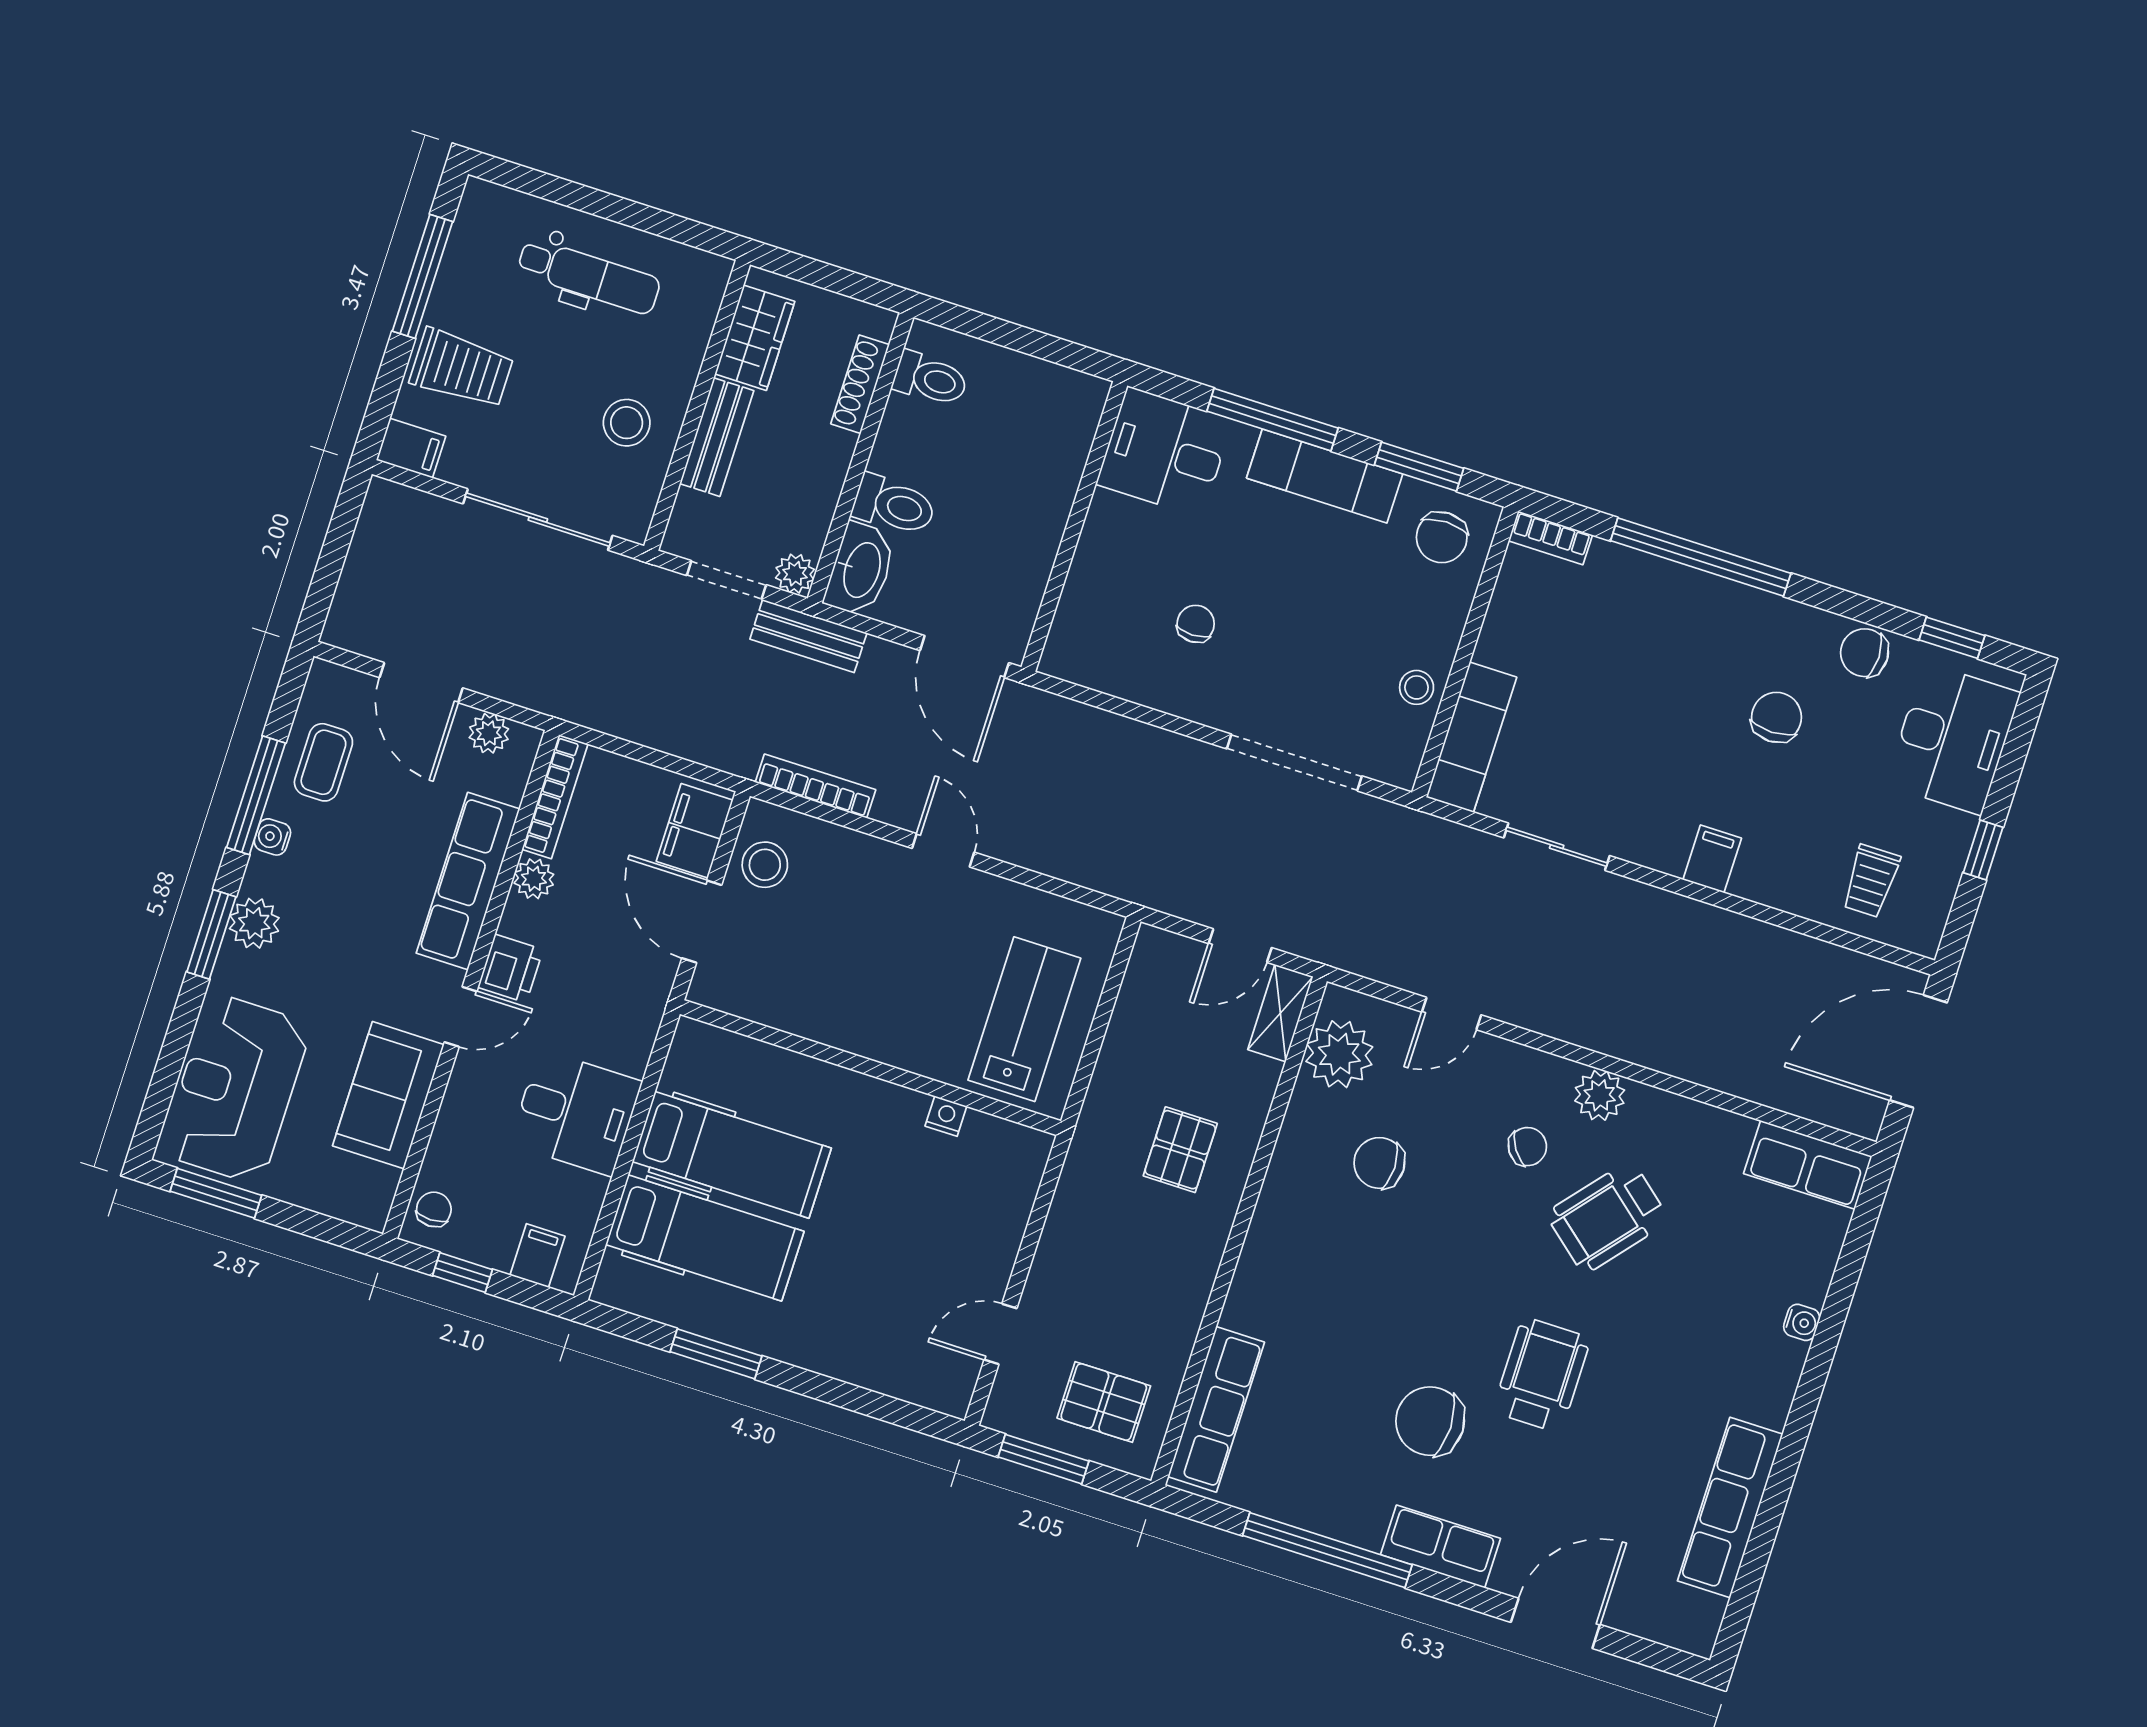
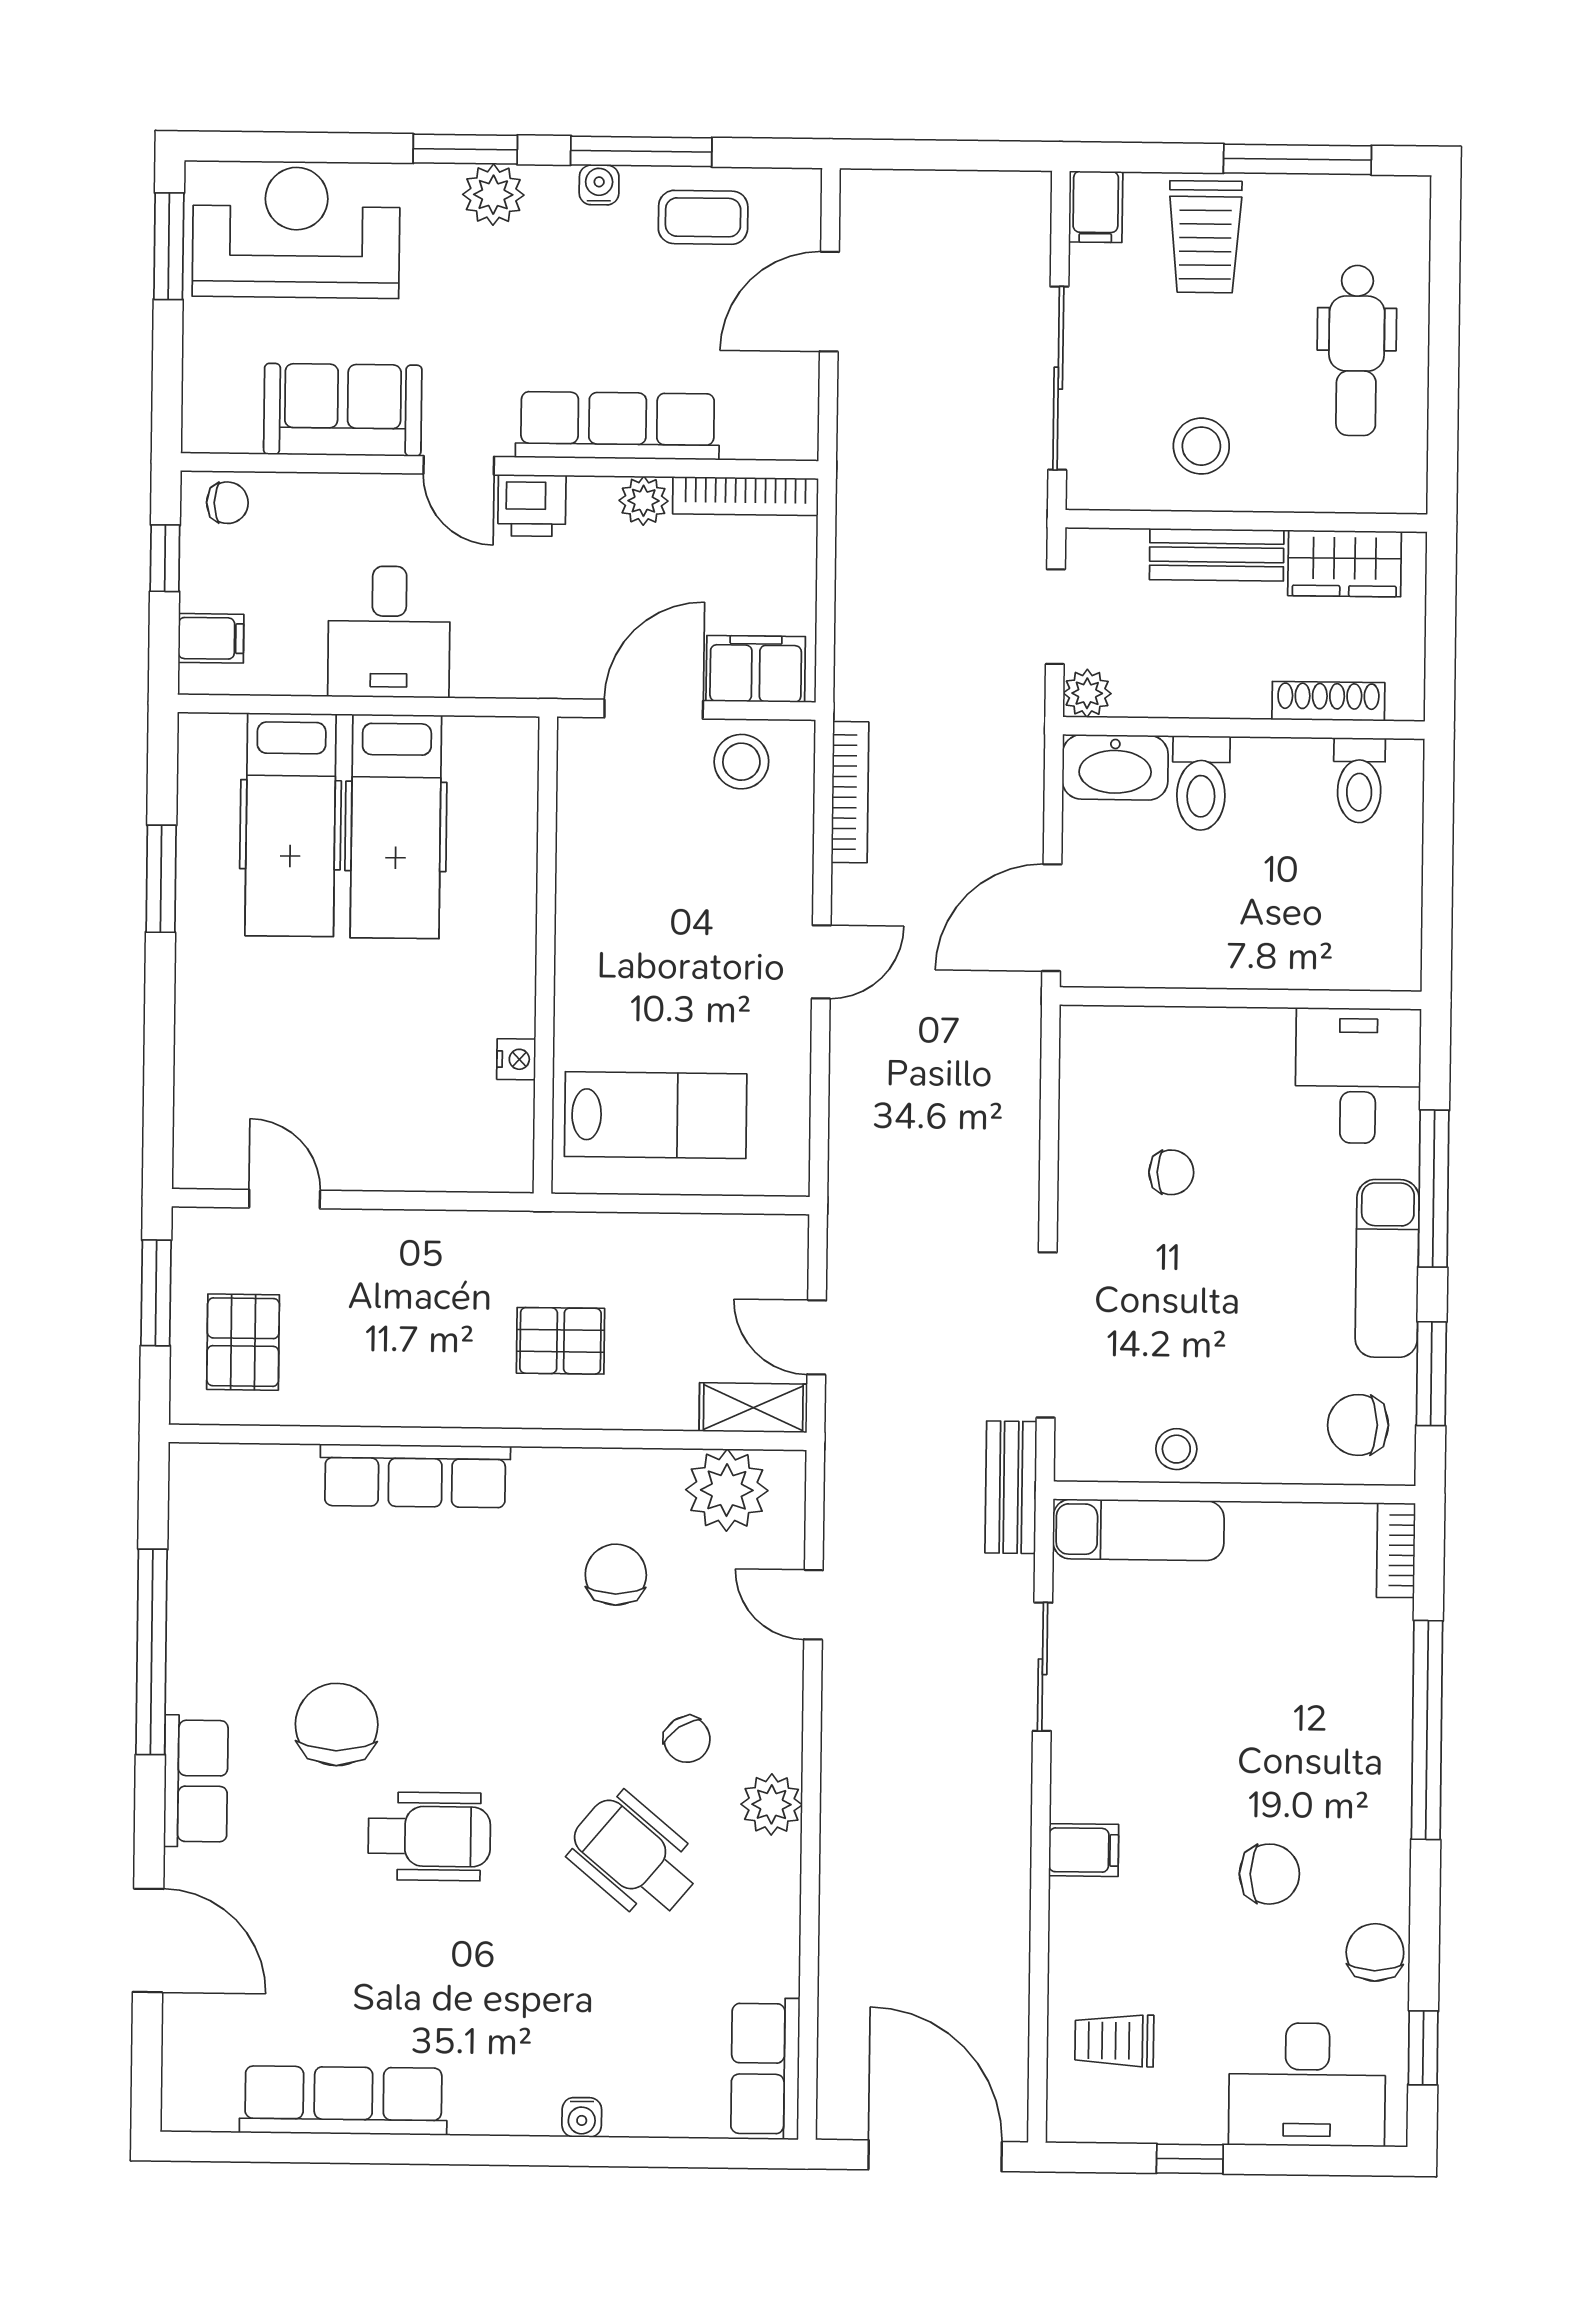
bench: (808, 636) -> (1011, 1487), moved
plant: (489, 733) -> (795, 397), removed
row of seats: (1216, 1409) -> (415, 1476), moved

